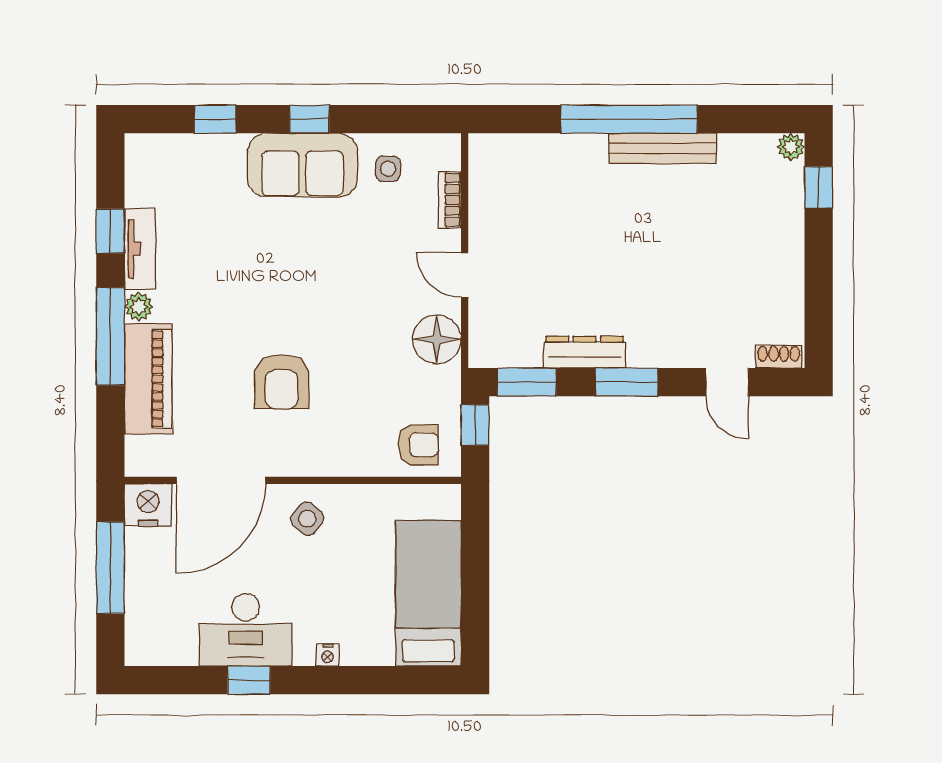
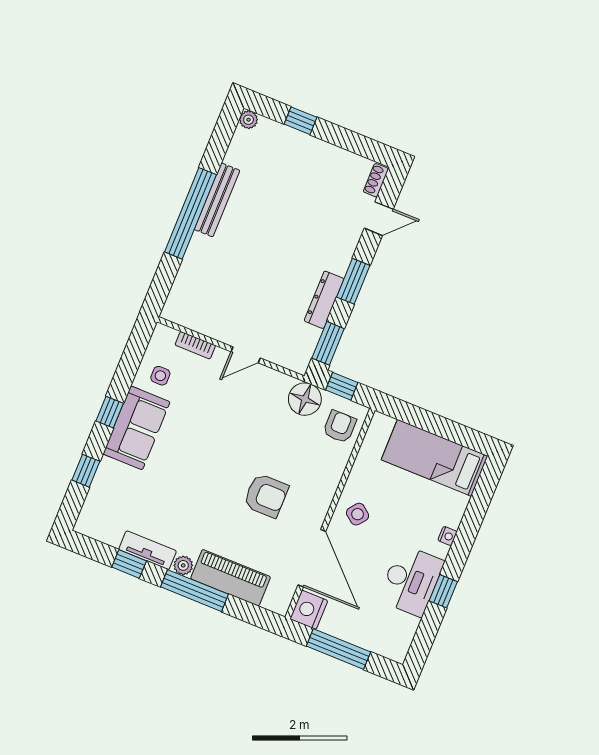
window: (819, 187) -> (301, 121), moved
floor lamp: (437, 339) -> (305, 399), moved

